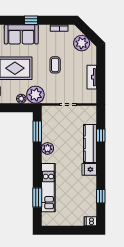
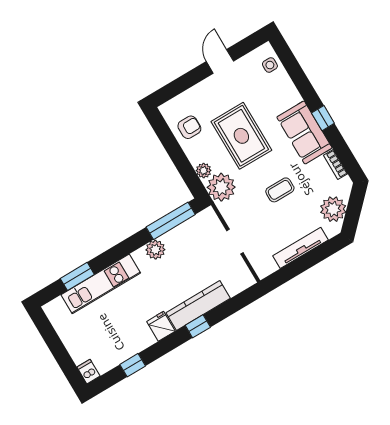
sofa: (21, 34) -> (304, 132), moved
tv unit: (92, 77) -> (300, 248), width x1.41
window: (37, 131) -> (171, 221), width x1.44
window: (101, 135) -> (198, 326), moved

